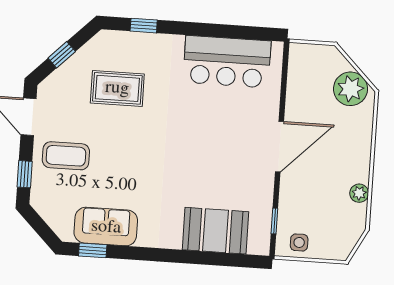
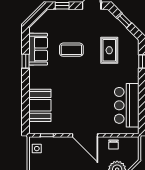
chair: (301, 93) -> (113, 144), added
coffee table: (66, 156) -> (71, 50), moved, turned 90
window: (93, 250) -> (26, 61), moved

